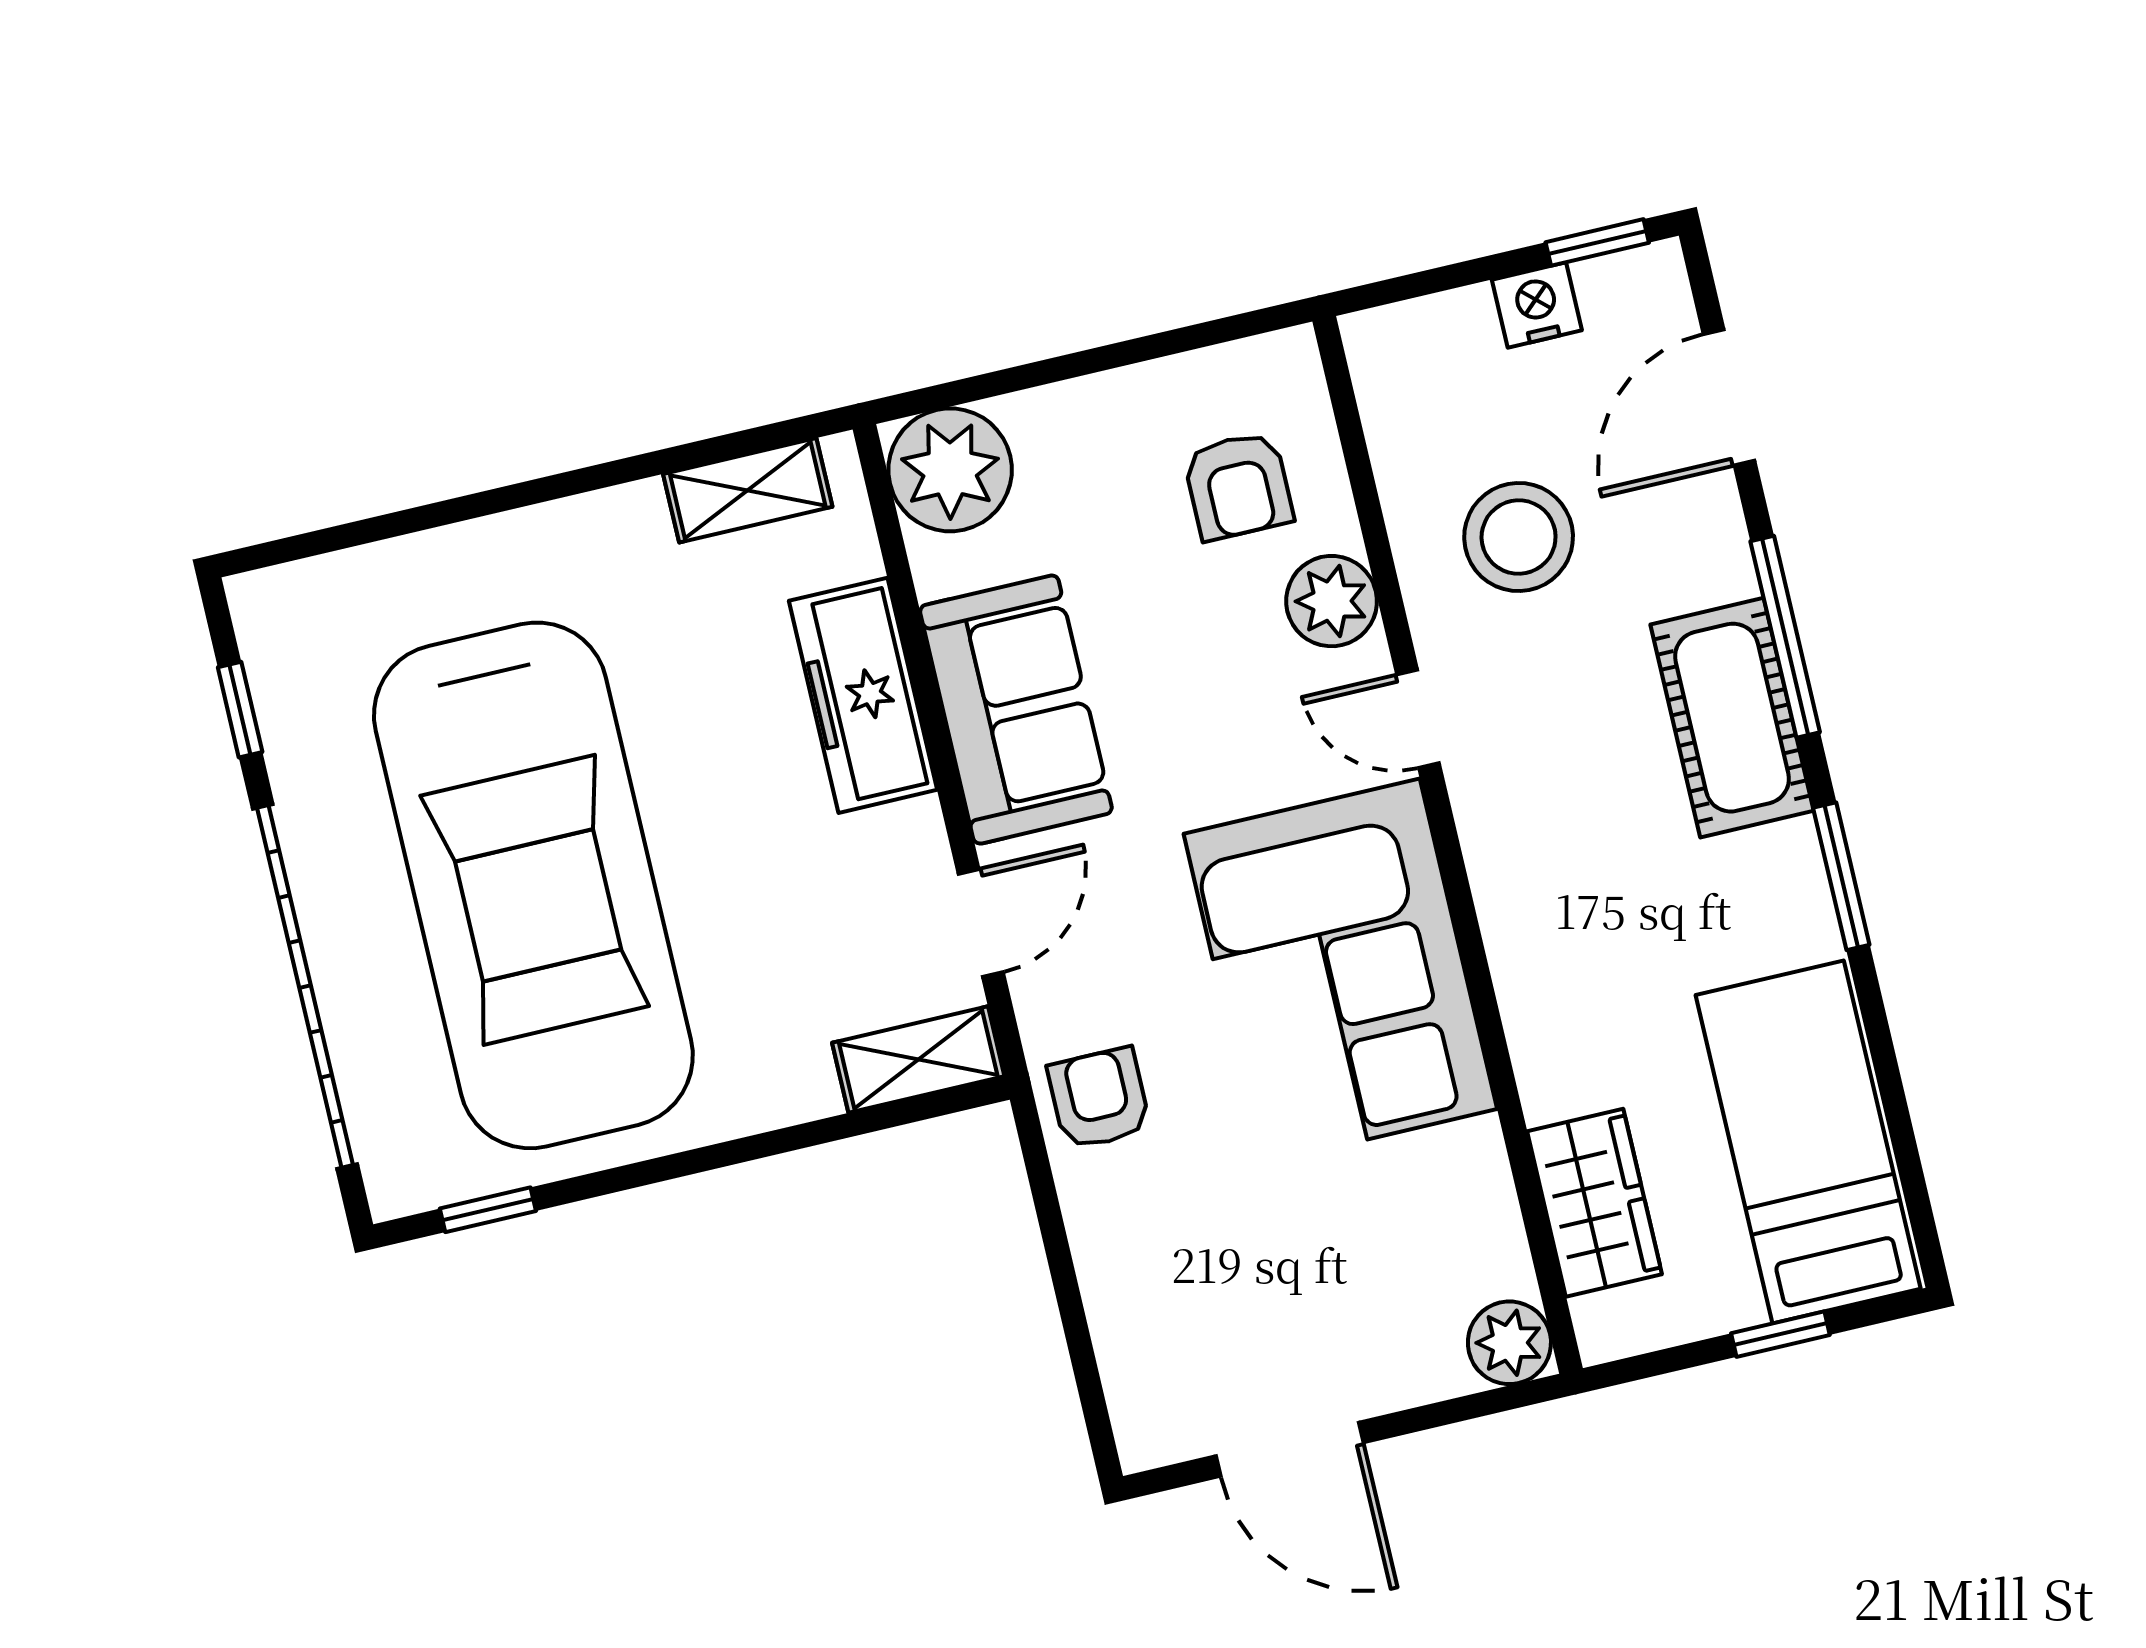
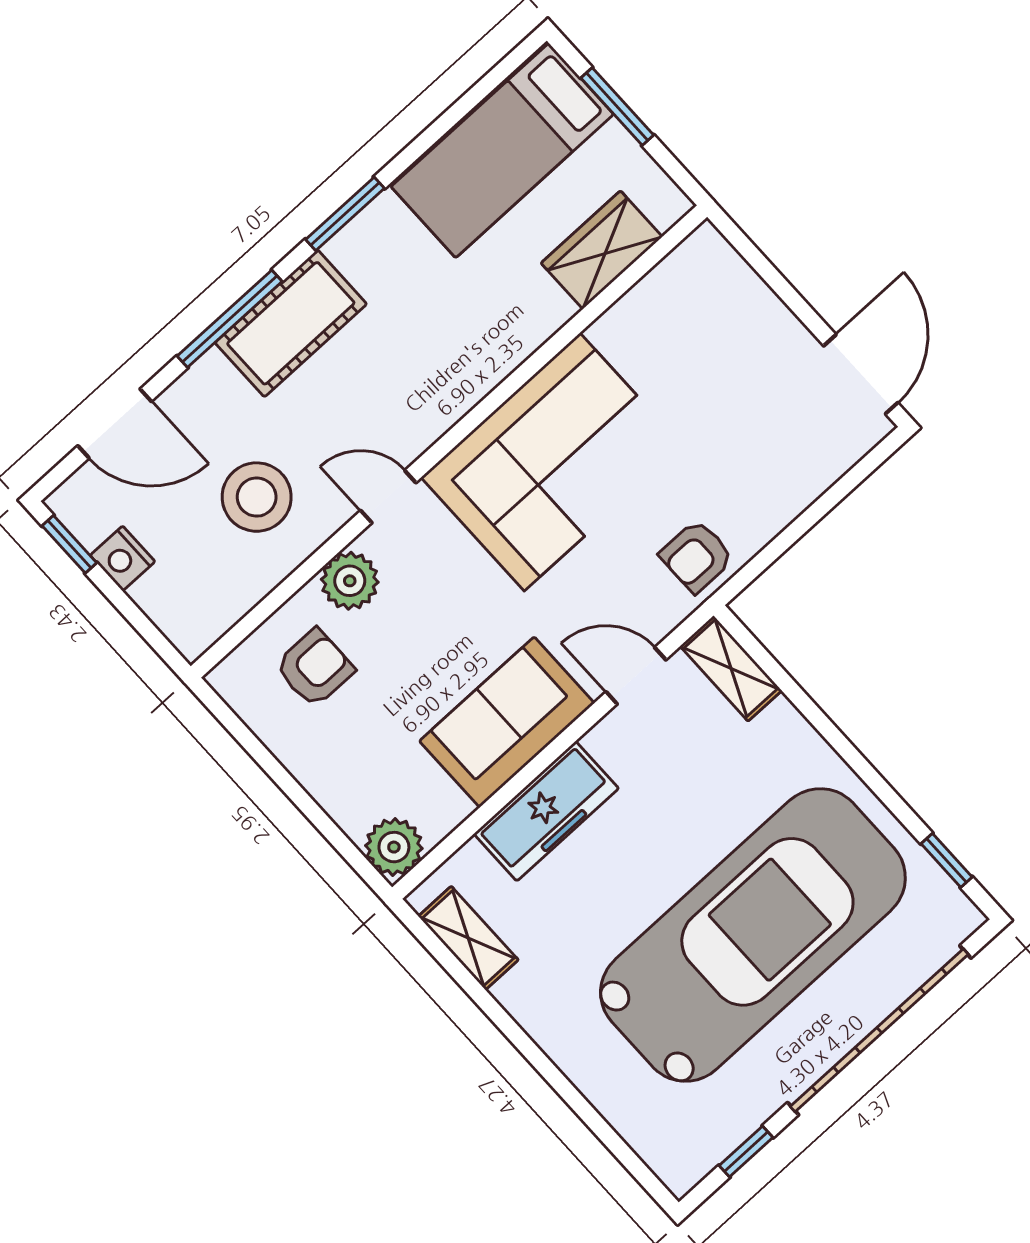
plant: (950, 470) -> (394, 847), width x0.73, depth x0.73
door: (1418, 719) -> (388, 497), swing flipped
window: (1780, 1334) -> (617, 107), width x1.50
plant: (1509, 1343) -> (705, 254), removed
door: (1290, 1449) -> (861, 374), moved

